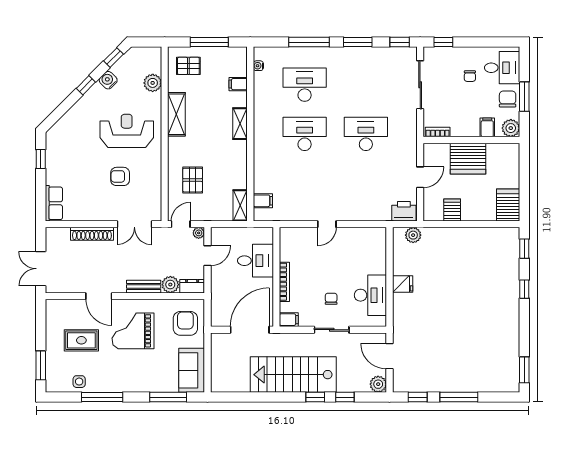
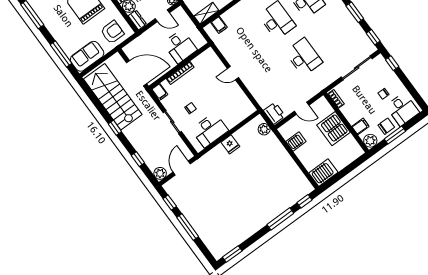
window: (524, 289) -> (280, 219), width x2.17
stairs: (293, 375) -> (113, 97), moved
window: (315, 397) -> (115, 128), moved

